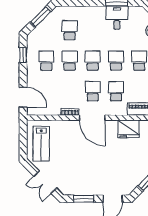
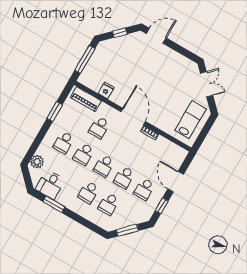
desk: (117, 18) -> (50, 185), moved
school desk: (93, 91) -> (89, 192), moved
door: (23, 97) -> (176, 182), moved
fridge: (129, 129) -> (106, 90), width x0.53, depth x0.75
window: (84, 199) -> (182, 50), removed

